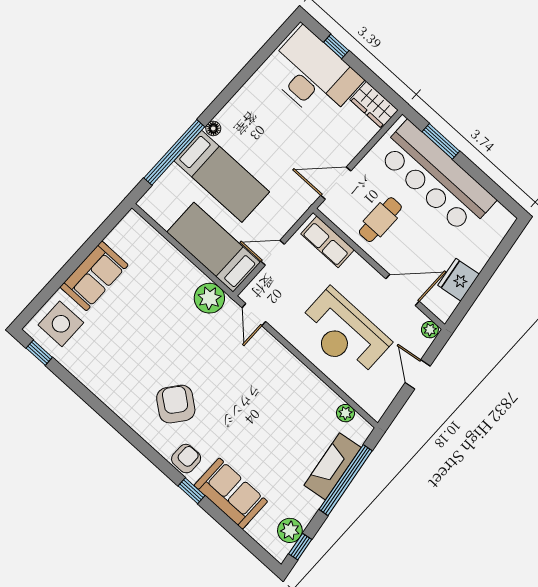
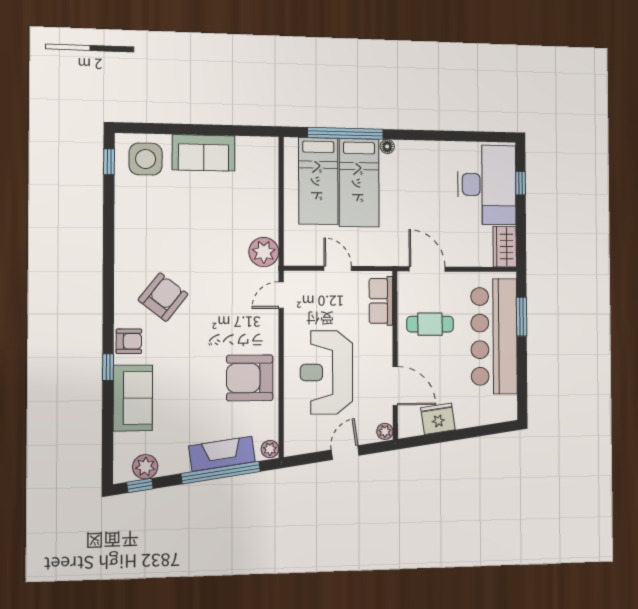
bed: (214, 247) -> (318, 181), moved, turned 180
armchair: (295, 395) -> (250, 378), added
plant: (345, 413) -> (270, 449), moved

